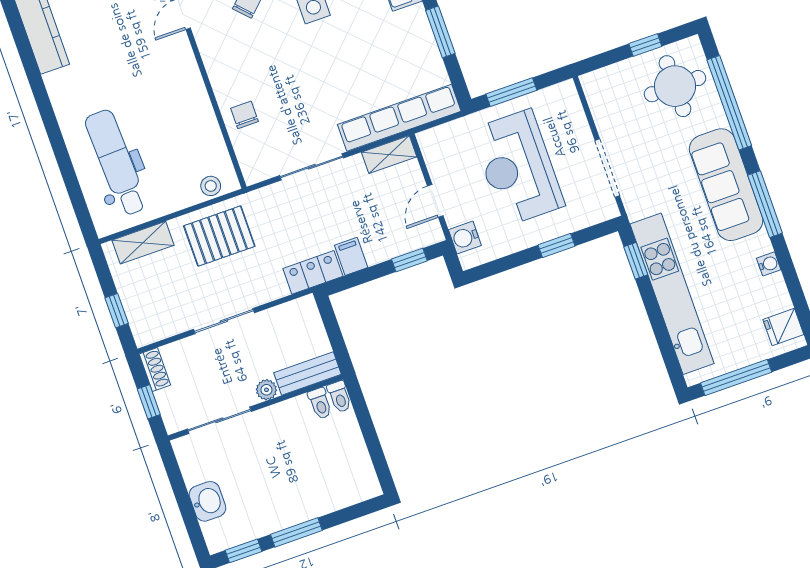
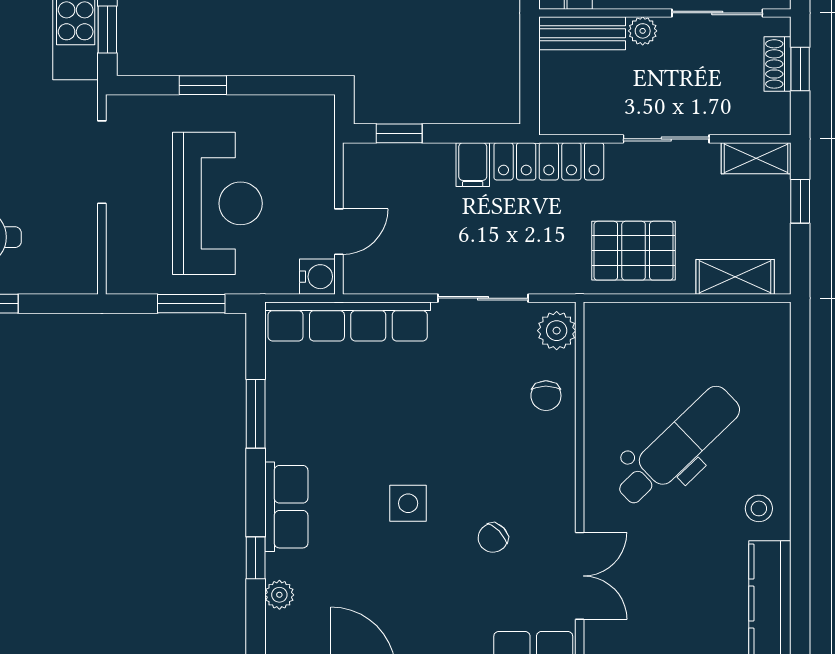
shelving: (389, 154) -> (756, 158), moved
plant: (253, 162) -> (557, 331), added
dental chair: (116, 163) -> (678, 446), moved, turned -132
stool: (211, 186) -> (759, 508), moved
door: (435, 201) -> (339, 232), moved
water cooler: (465, 238) -> (317, 277), moved
locker: (313, 272) -> (549, 161), width x1.53
shoe rack: (155, 369) -> (777, 64), moved

